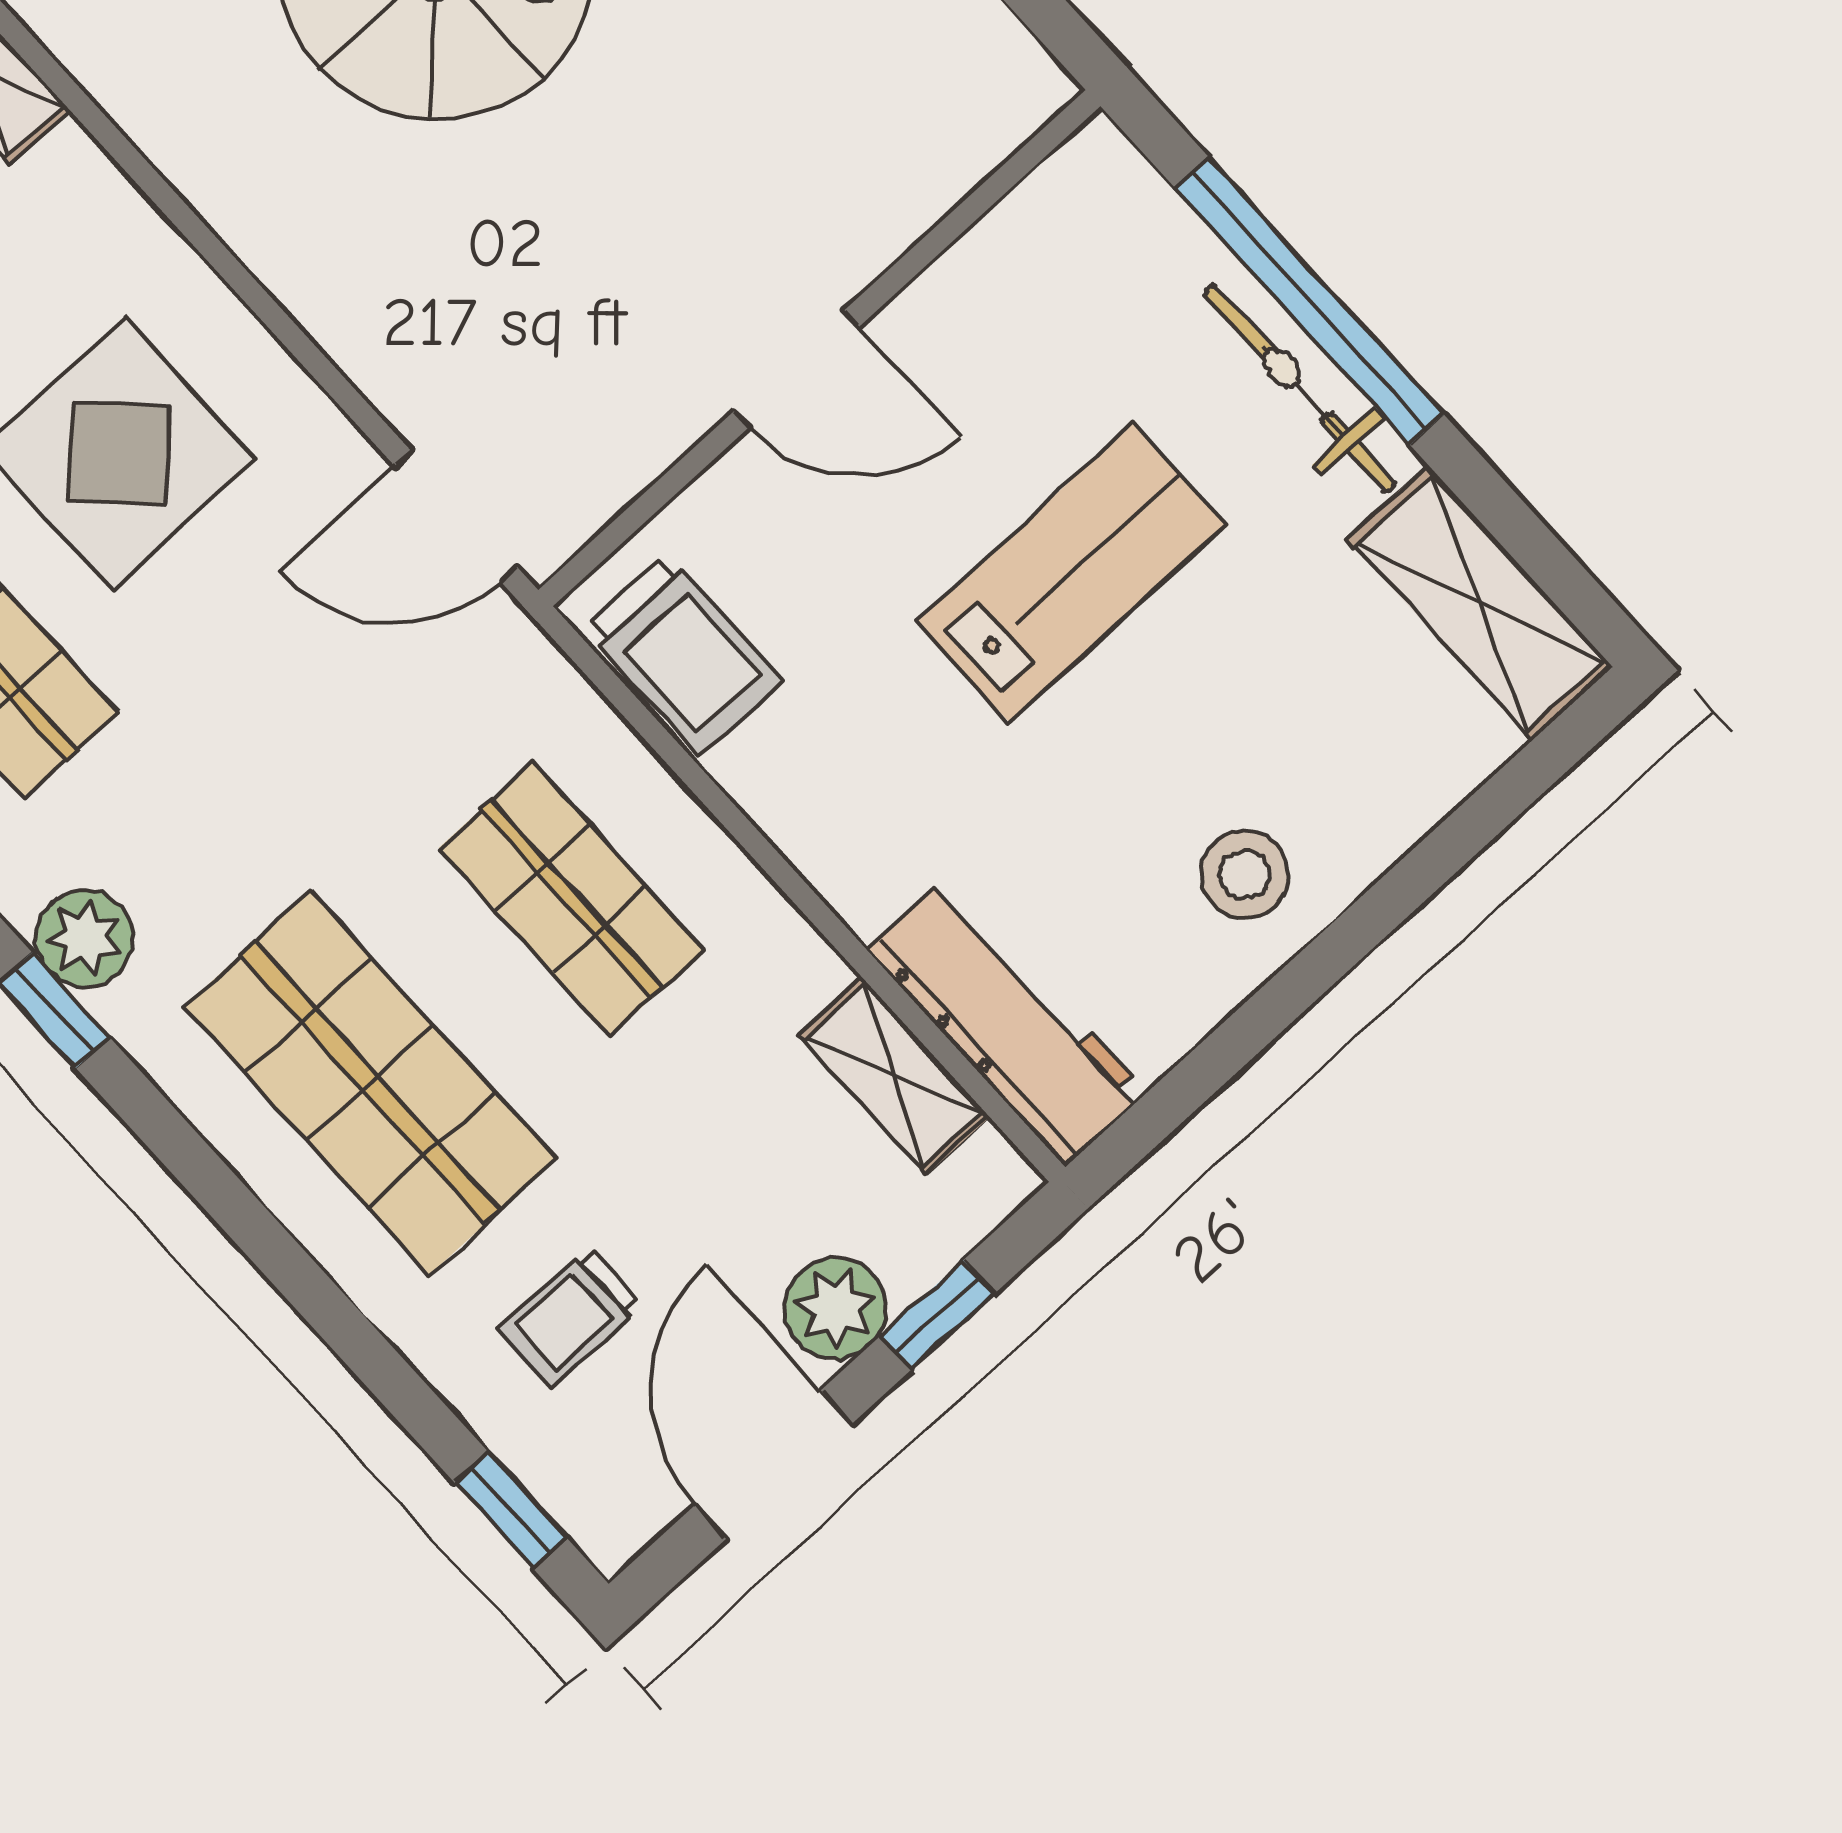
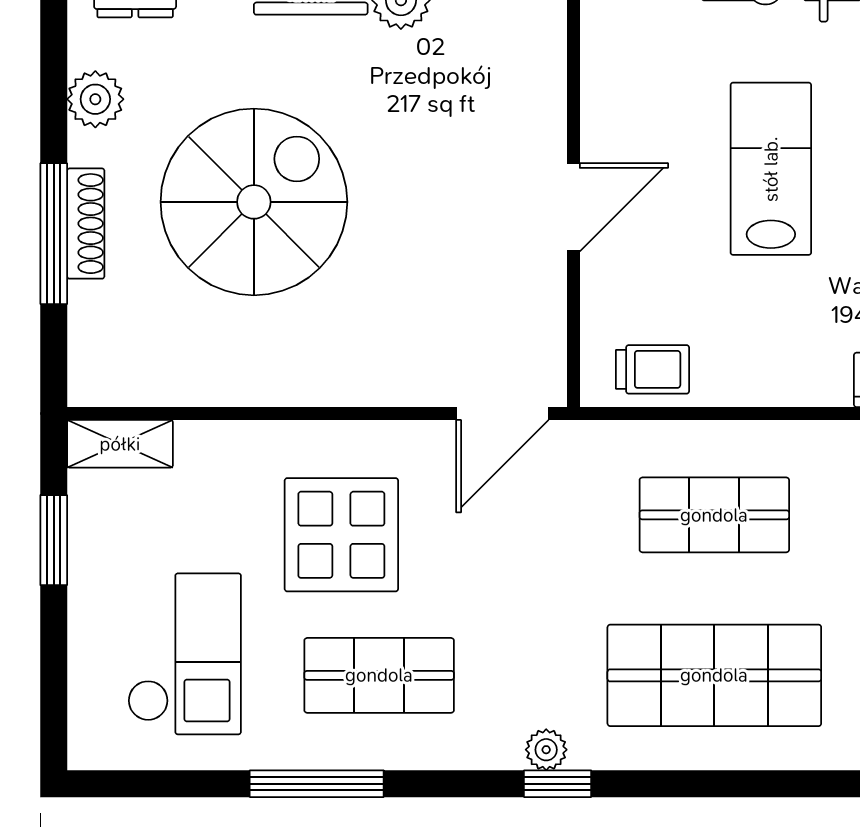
trolley: (683, 654) -> (652, 369), width x0.73, depth x0.72
plant: (85, 938) -> (546, 750), width x0.73, depth x0.73

